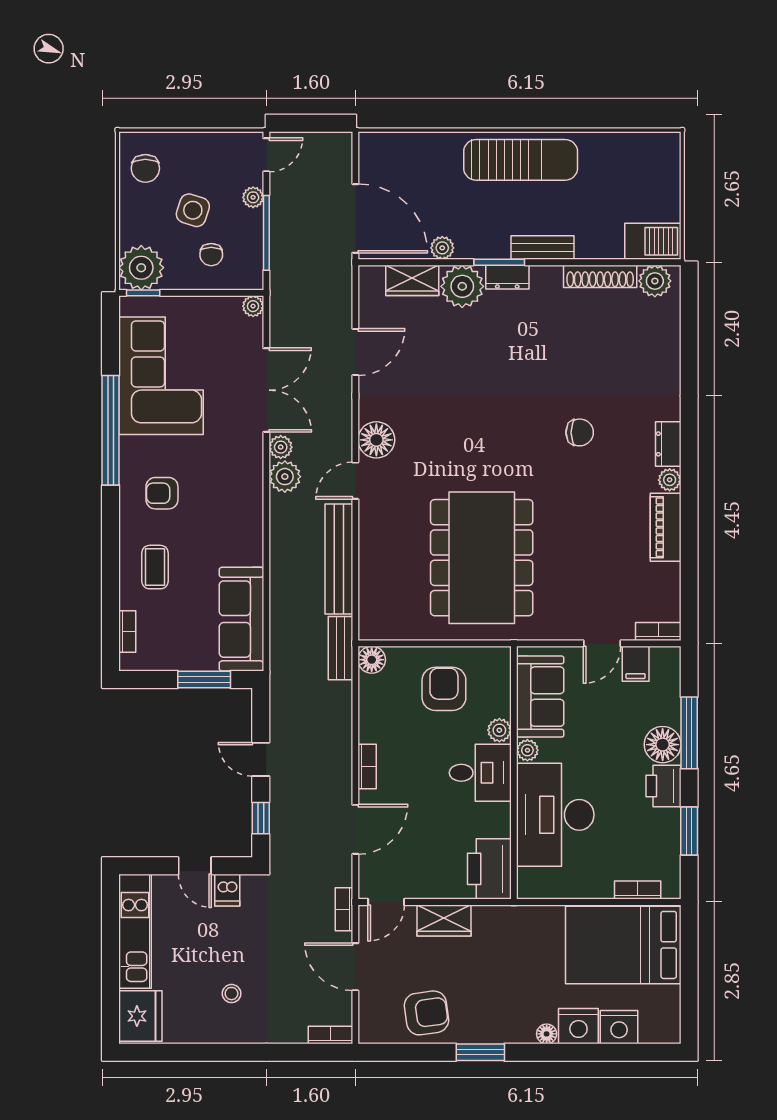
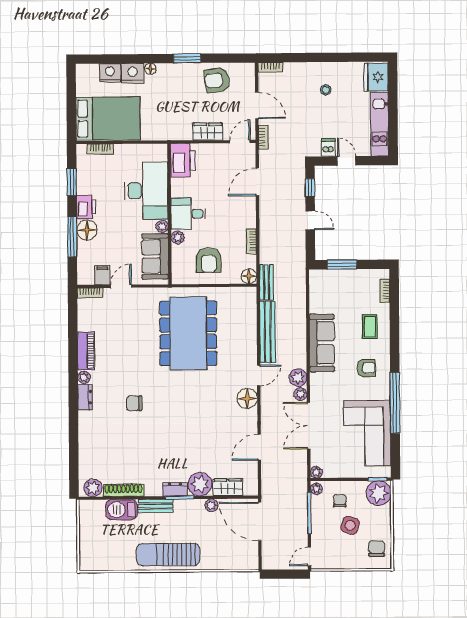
plant: (253, 197) -> (316, 489), moved
barbecue: (653, 241) -> (121, 510), moved
sofa: (241, 619) -> (322, 343), moved
bookcase: (367, 767) -> (251, 241), moved

